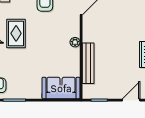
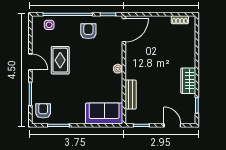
bench: (88, 63) -> (131, 95), width x0.73
door: (131, 100) -> (172, 125), hinge flipped

